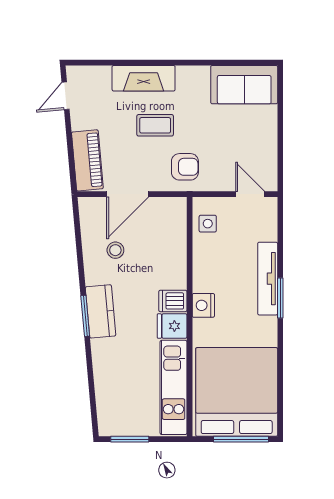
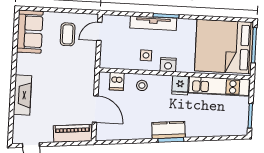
coffee table: (155, 125) -> (68, 34), moved
armchair: (185, 167) -> (80, 72), removed
side table: (208, 224) -> (146, 55), moved
stool: (115, 250) -> (142, 85), moved
dishwasher: (173, 301) -> (117, 81), moved

